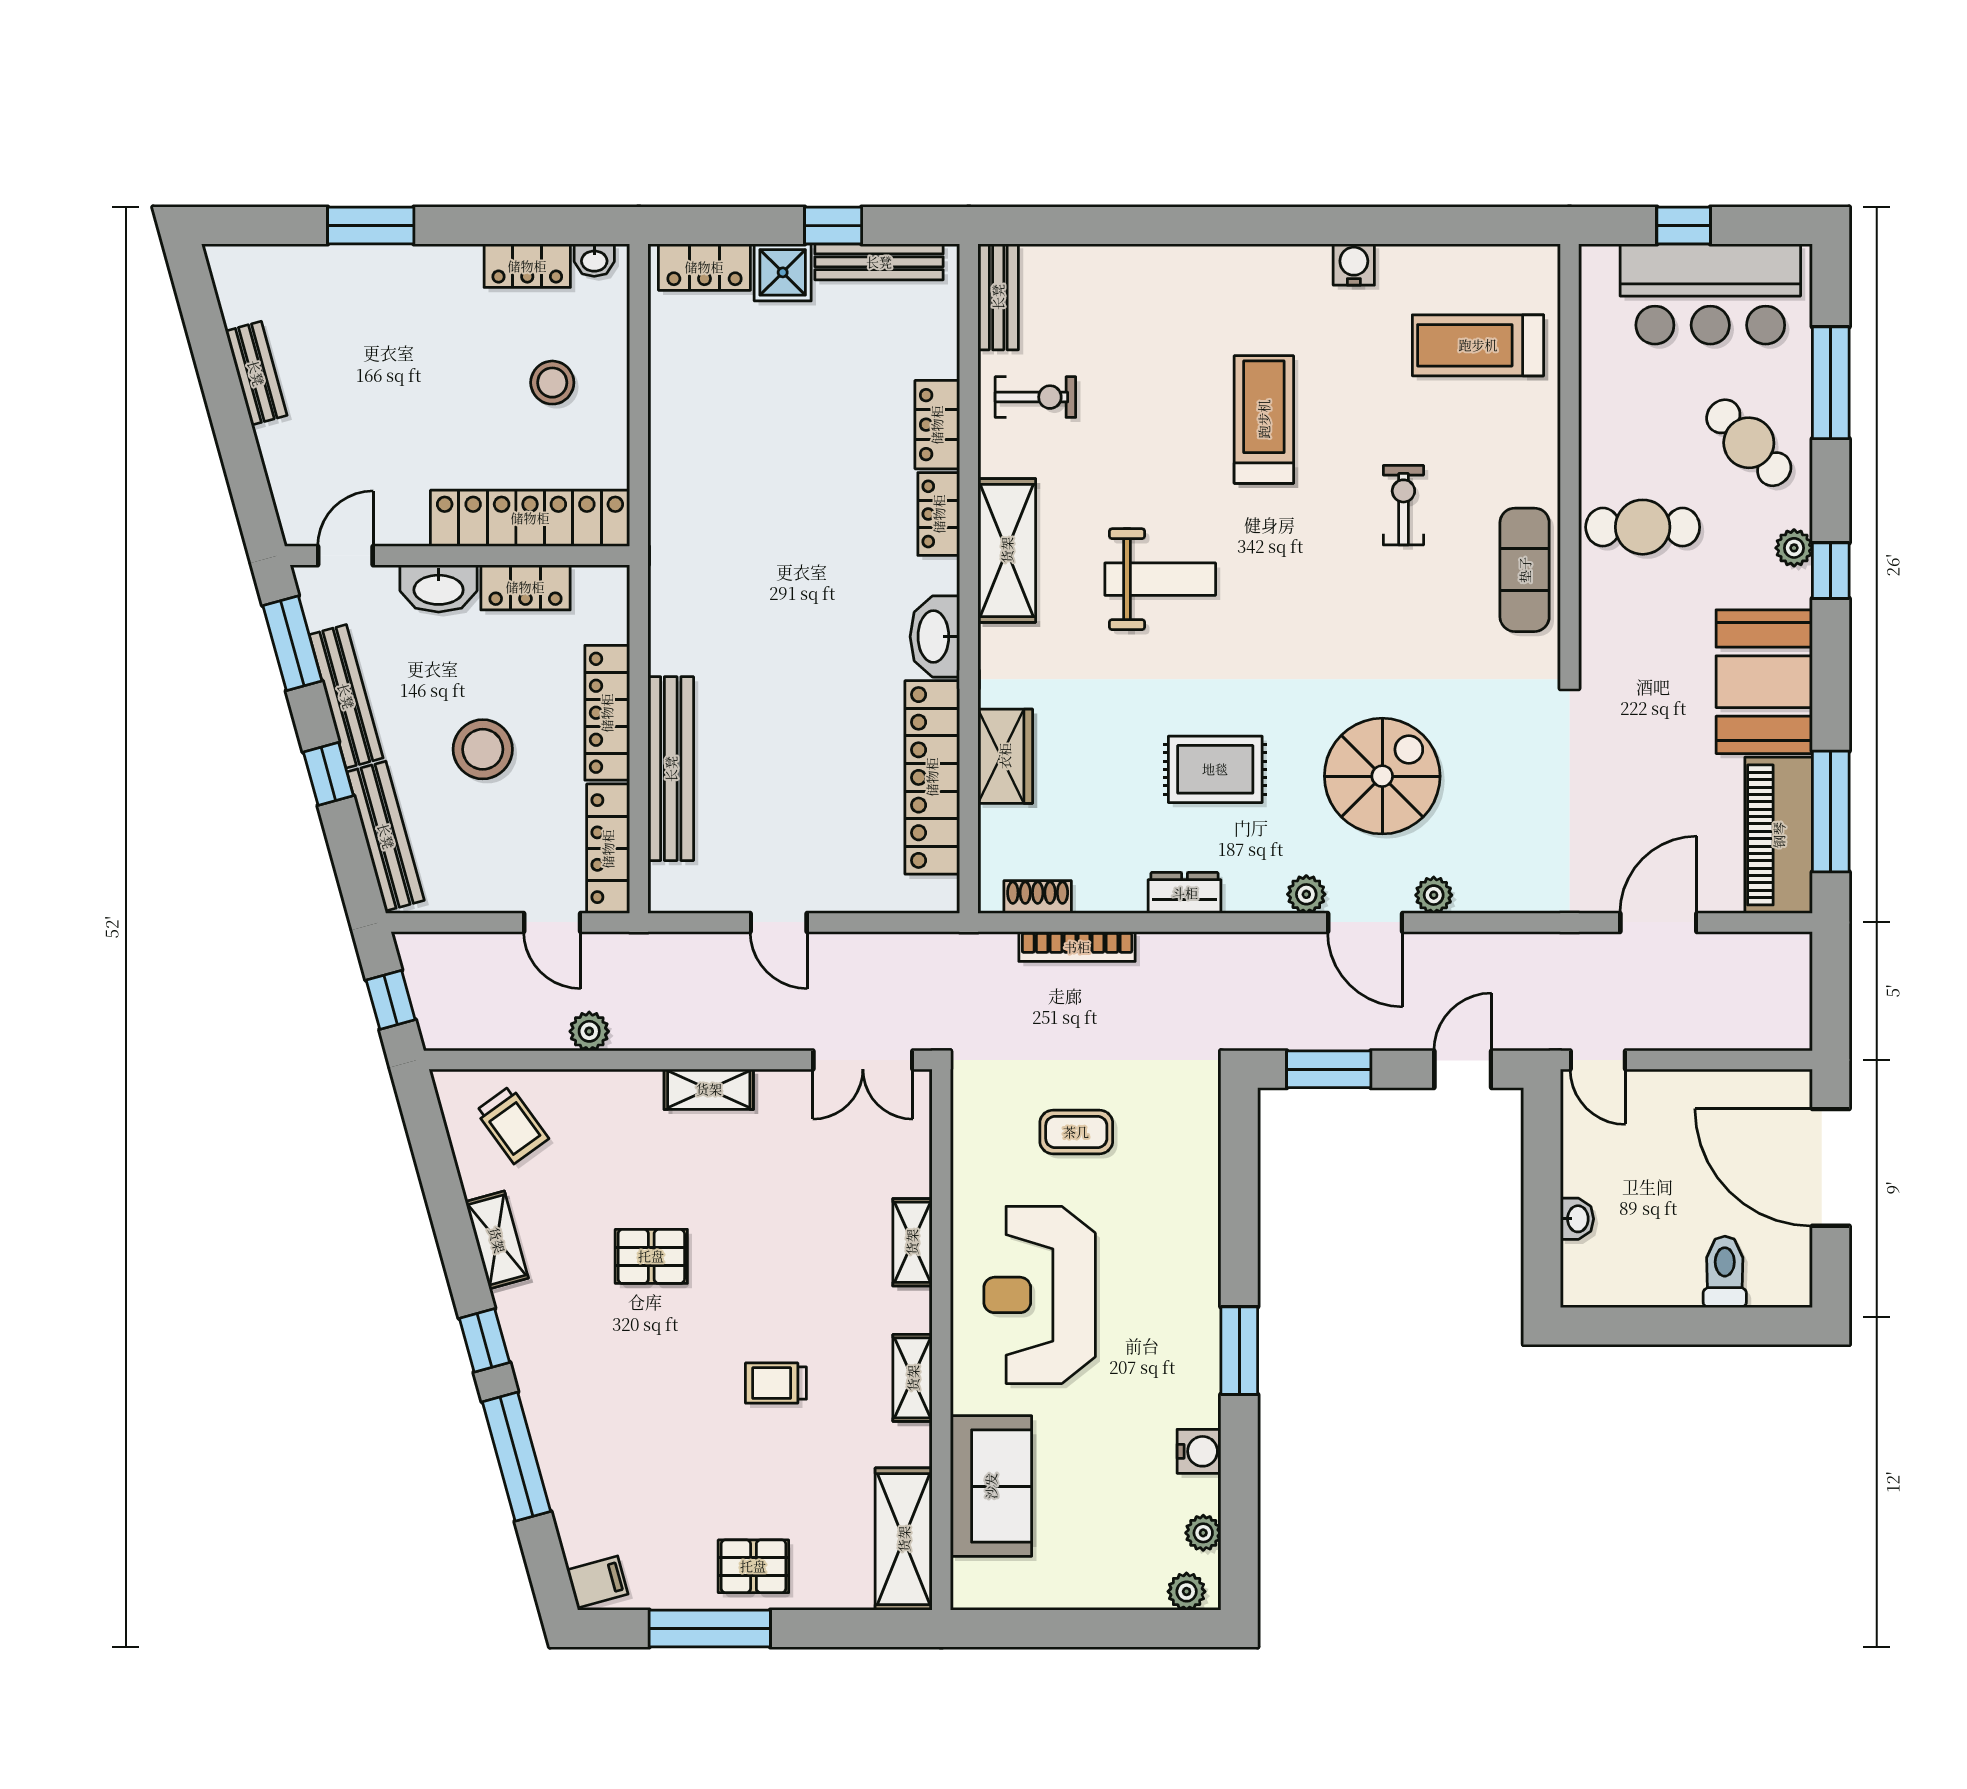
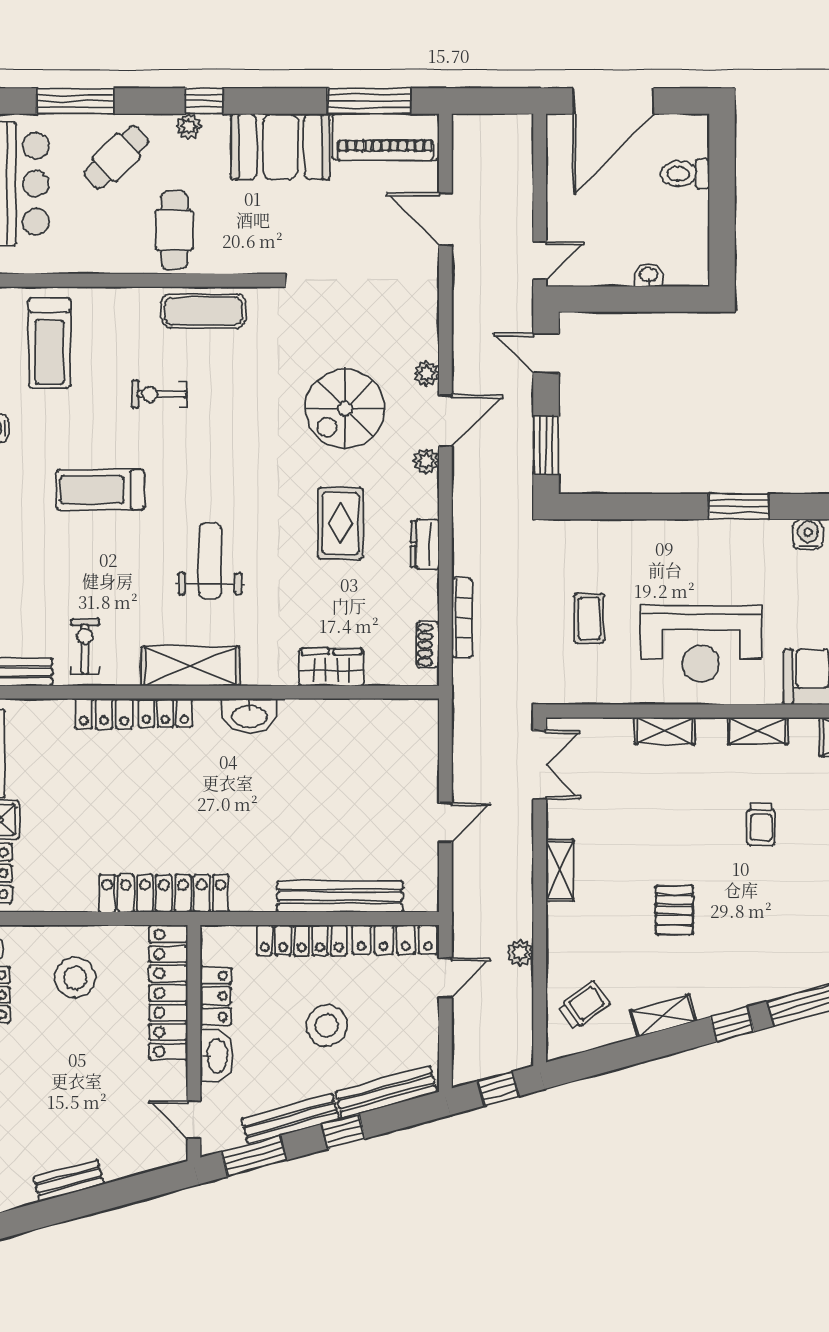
stool: (552, 383) -> (75, 978), width x1.38, depth x1.38
spiral stairs: (1382, 776) -> (345, 409), turned -90
locker: (932, 777) -> (164, 893), moved, turned 180

